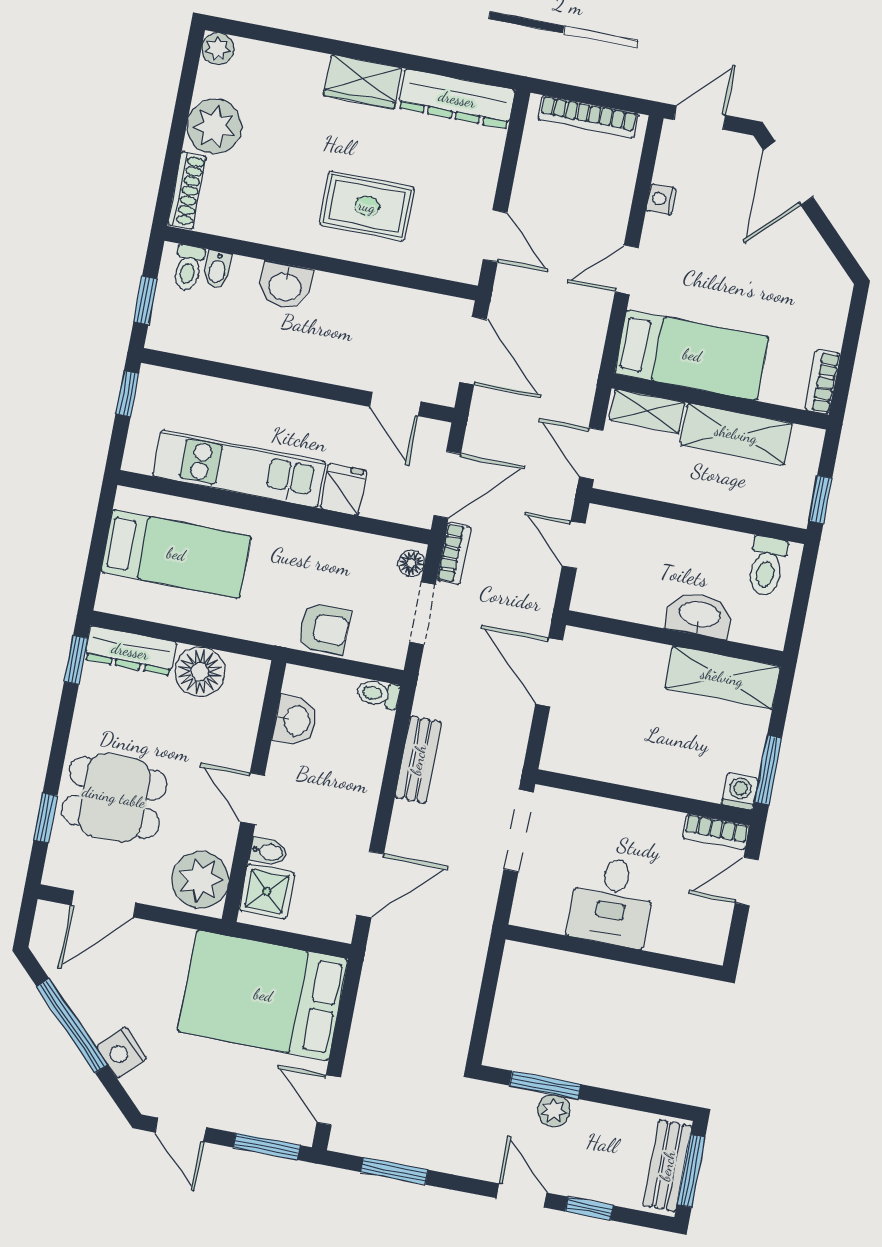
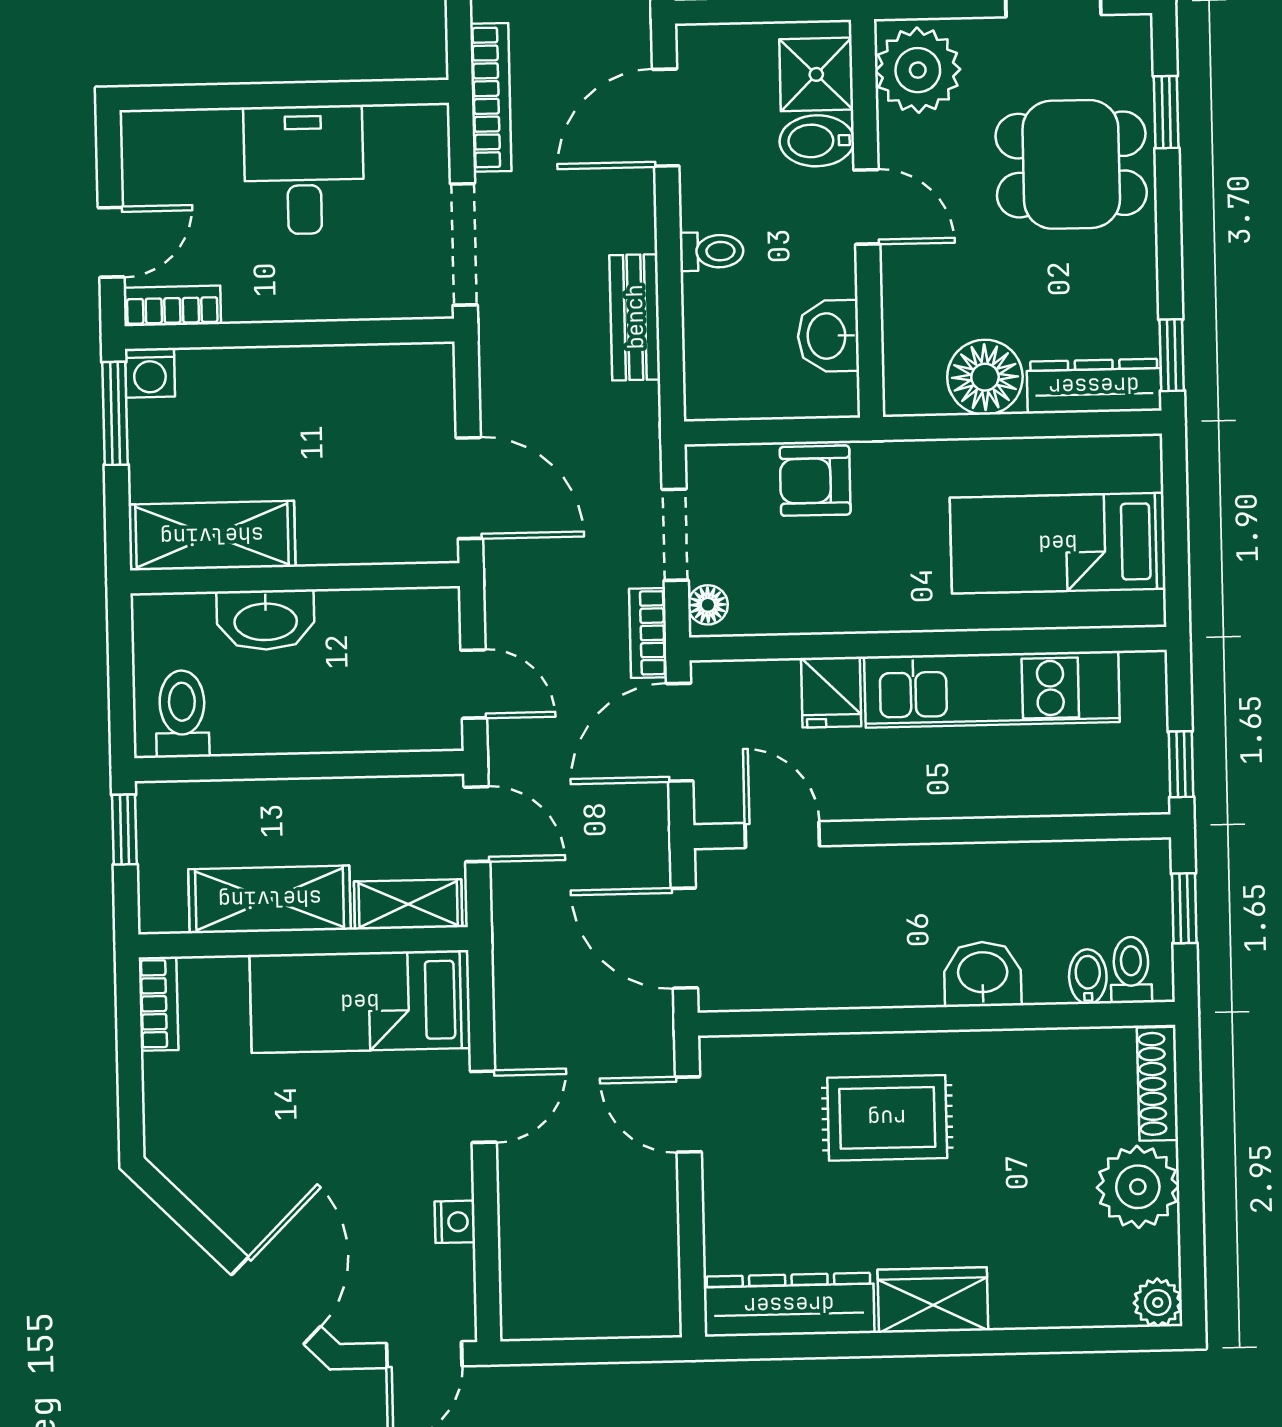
bookcase: (588, 117) -> (491, 97), moved, turned 90
toilet: (378, 694) -> (712, 251), moved
bidet: (268, 852) -> (817, 141), width x1.38, depth x1.36

